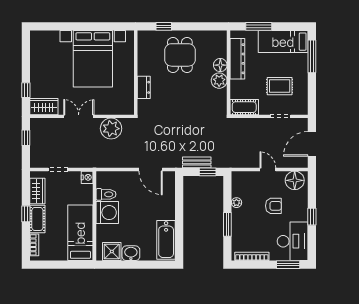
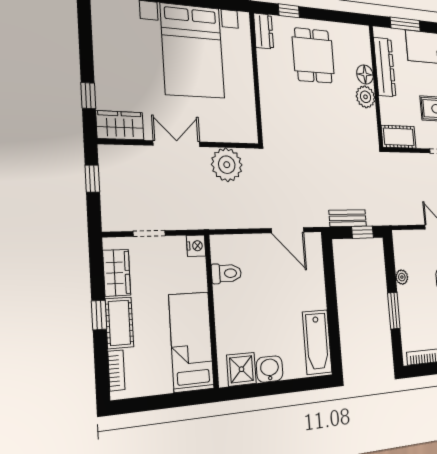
dresser: (144, 87) -> (264, 31), moved
washing machine: (107, 213) -> (230, 304), removed

